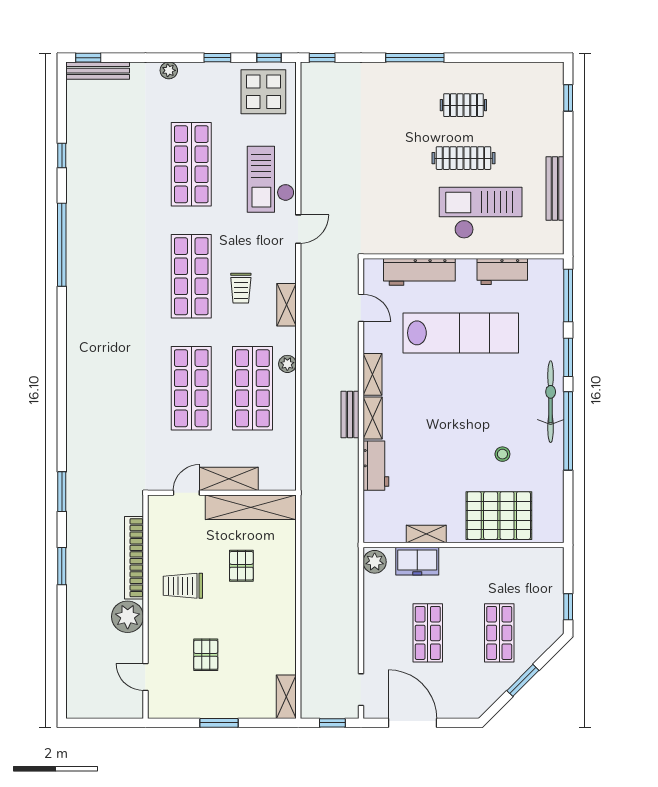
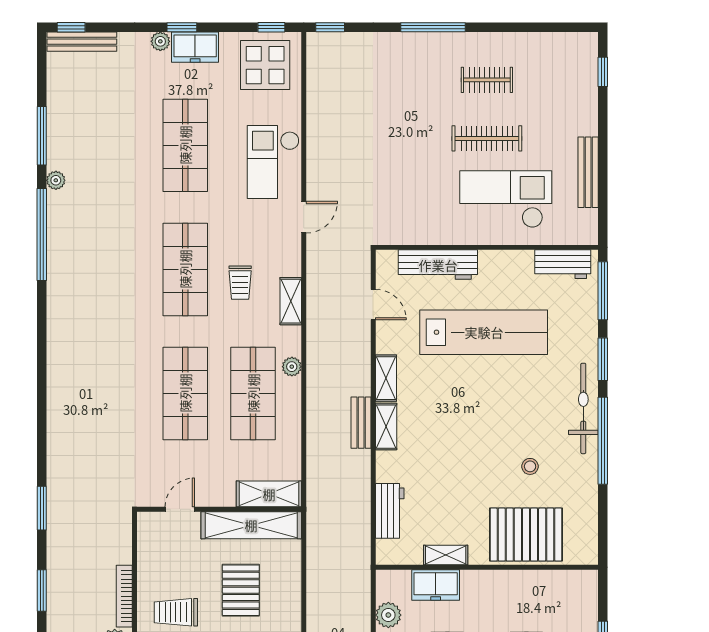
window: (217, 58) -> (182, 27), moved
freezer: (200, 76) -> (195, 47), added
window: (62, 156) -> (42, 136), width x2.17
plant: (74, 196) -> (56, 180), added
workbench: (502, 271) -> (563, 264), moved
workbench: (376, 466) -> (390, 511), moved
shelving: (229, 479) -> (269, 494), moved
bookcase: (134, 558) -> (124, 596), width x0.68, depth x0.76
plant: (375, 562) -> (388, 615), moved
pallet: (241, 566) -> (241, 590), width x1.50, depth x1.42

